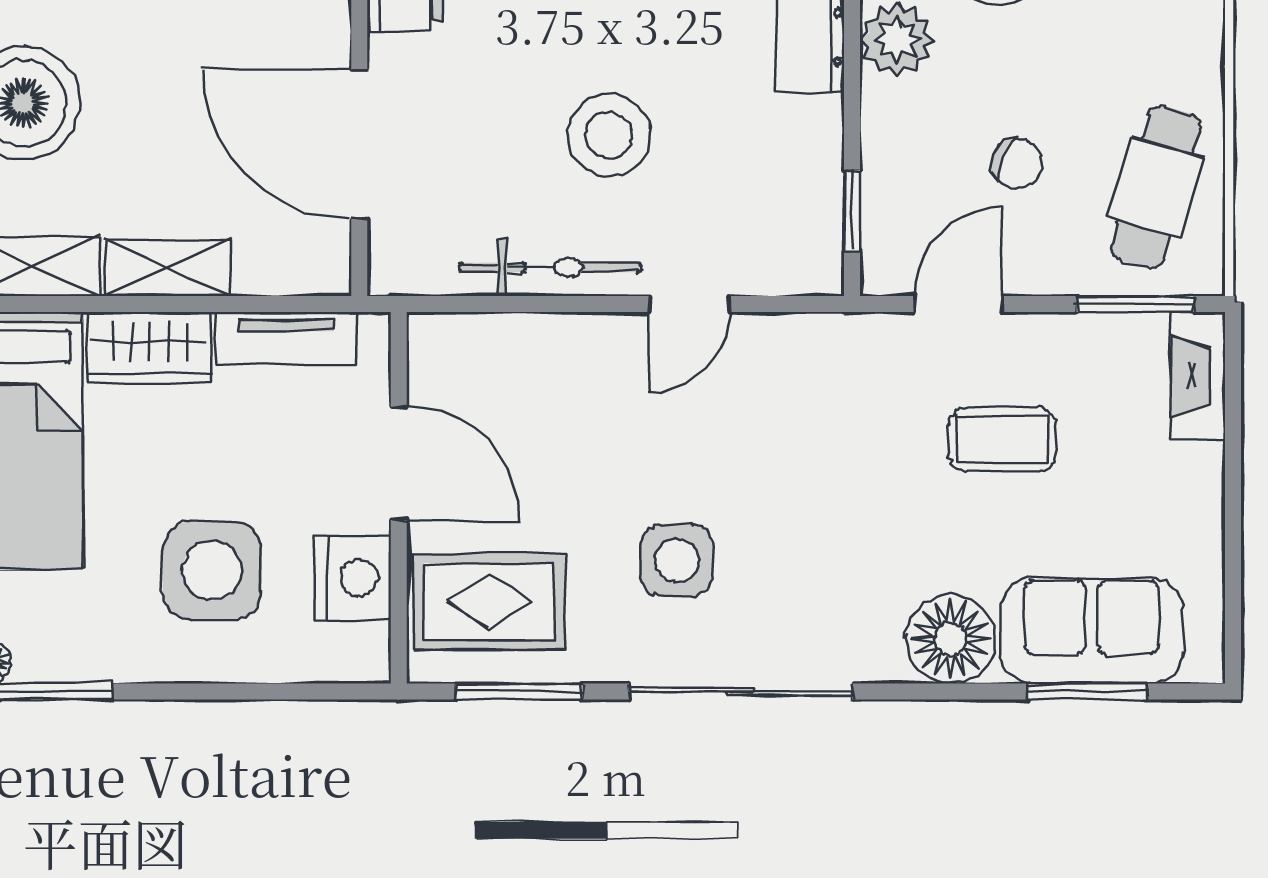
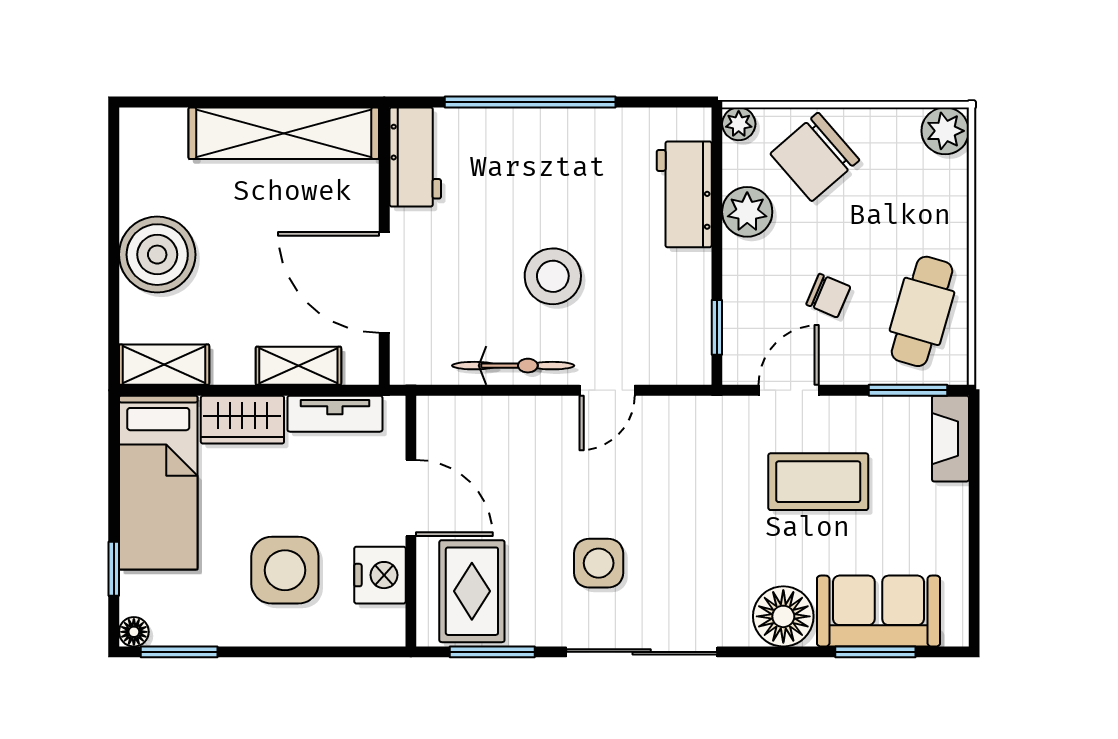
shelving: (168, 268) -> (298, 366), moved
coffee table: (1002, 439) -> (818, 482), width x1.36, depth x1.30
rug: (489, 602) -> (472, 591), turned 90

